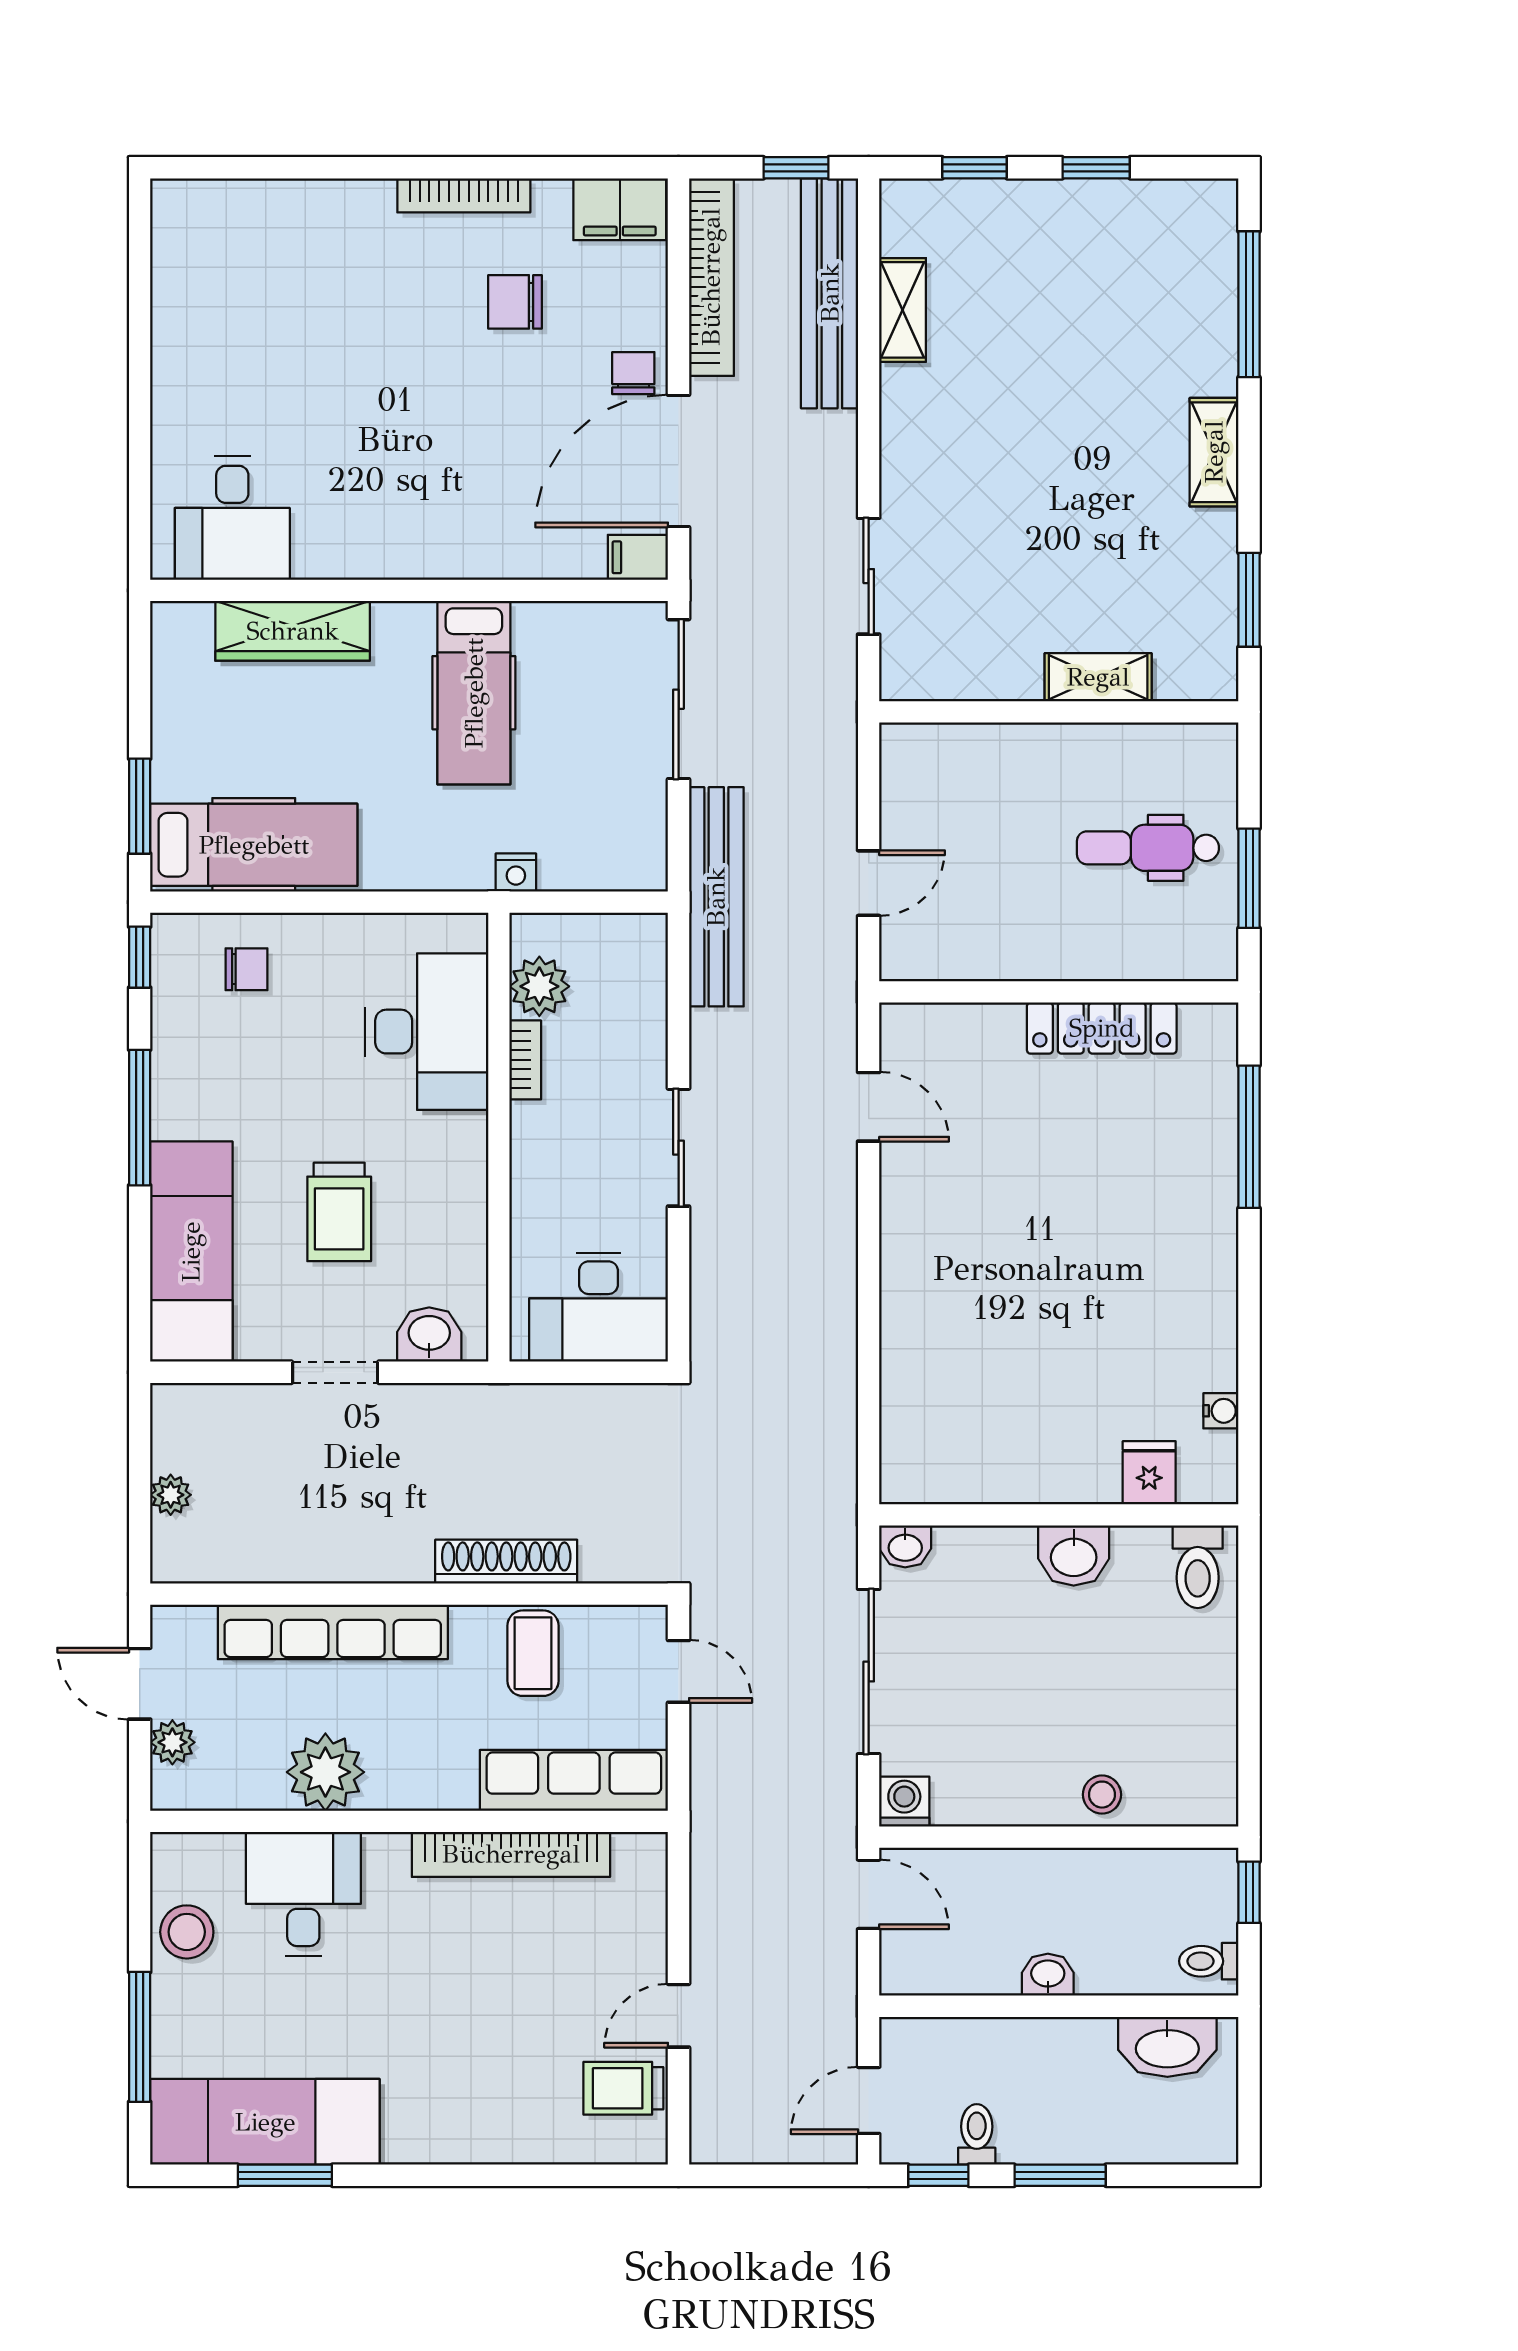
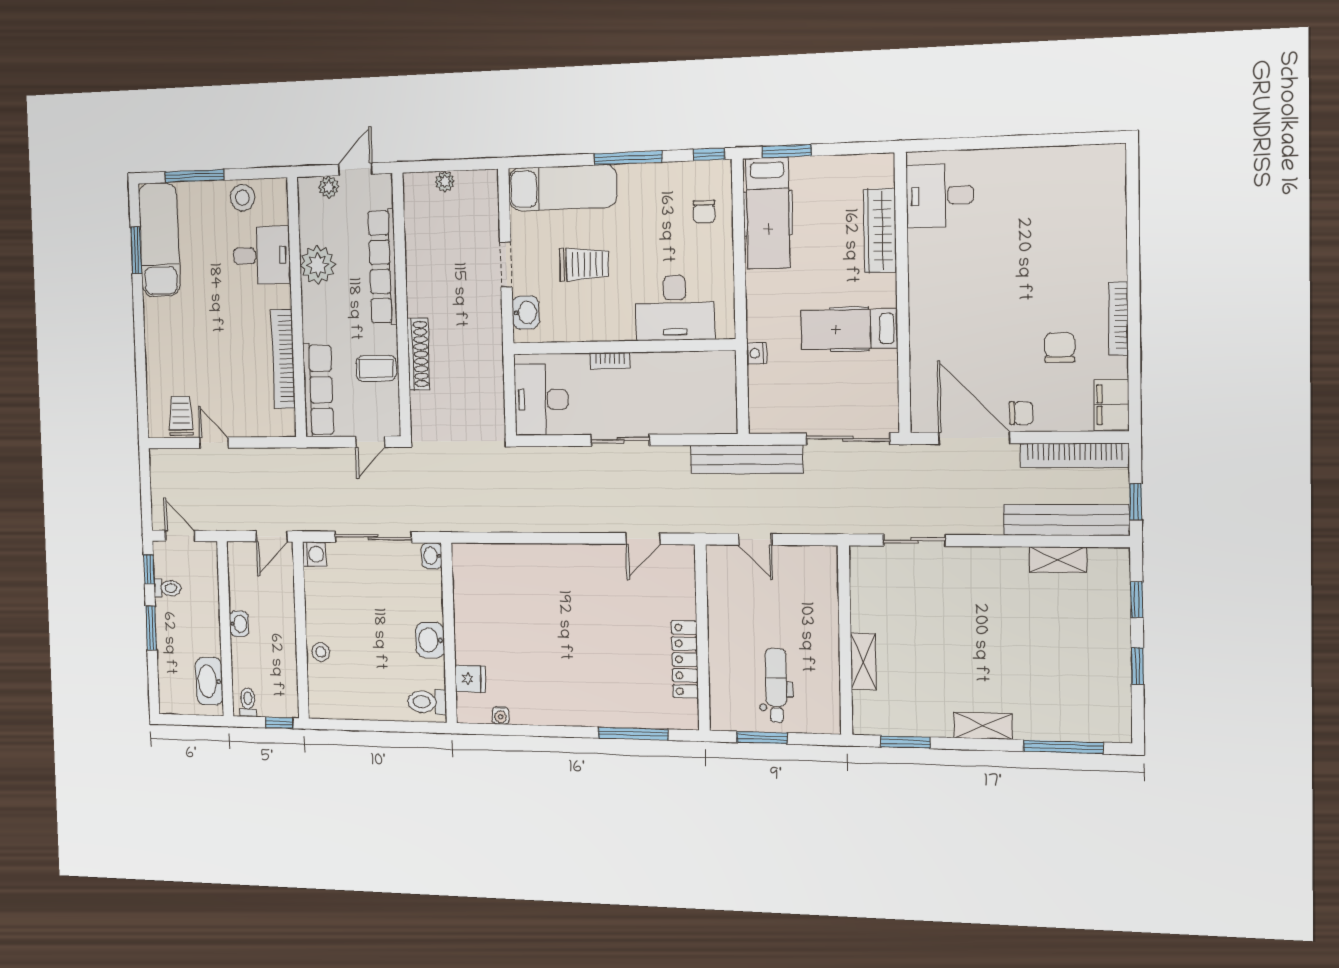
filing cabinet: (638, 557) -> (922, 416), removed
plant: (539, 986) -> (699, 367), removed
bookcase: (525, 1060) -> (610, 361), moved
trolley: (339, 1212) -> (584, 264), turned 180

